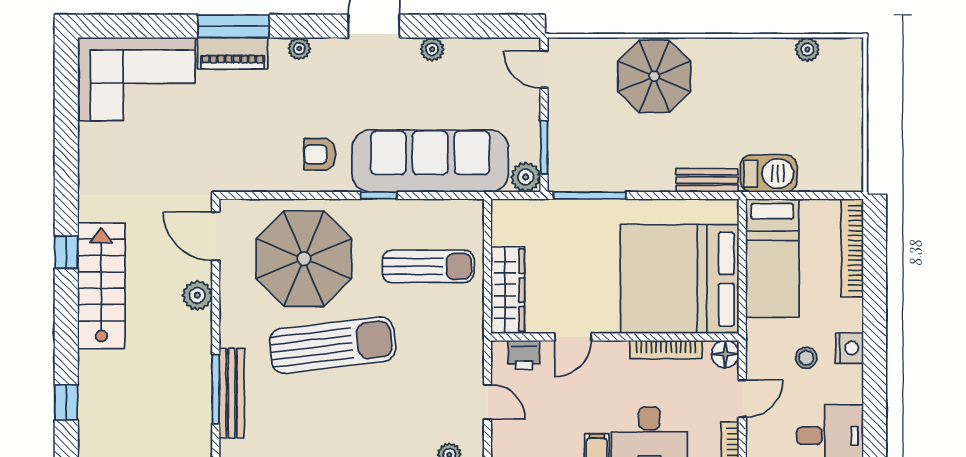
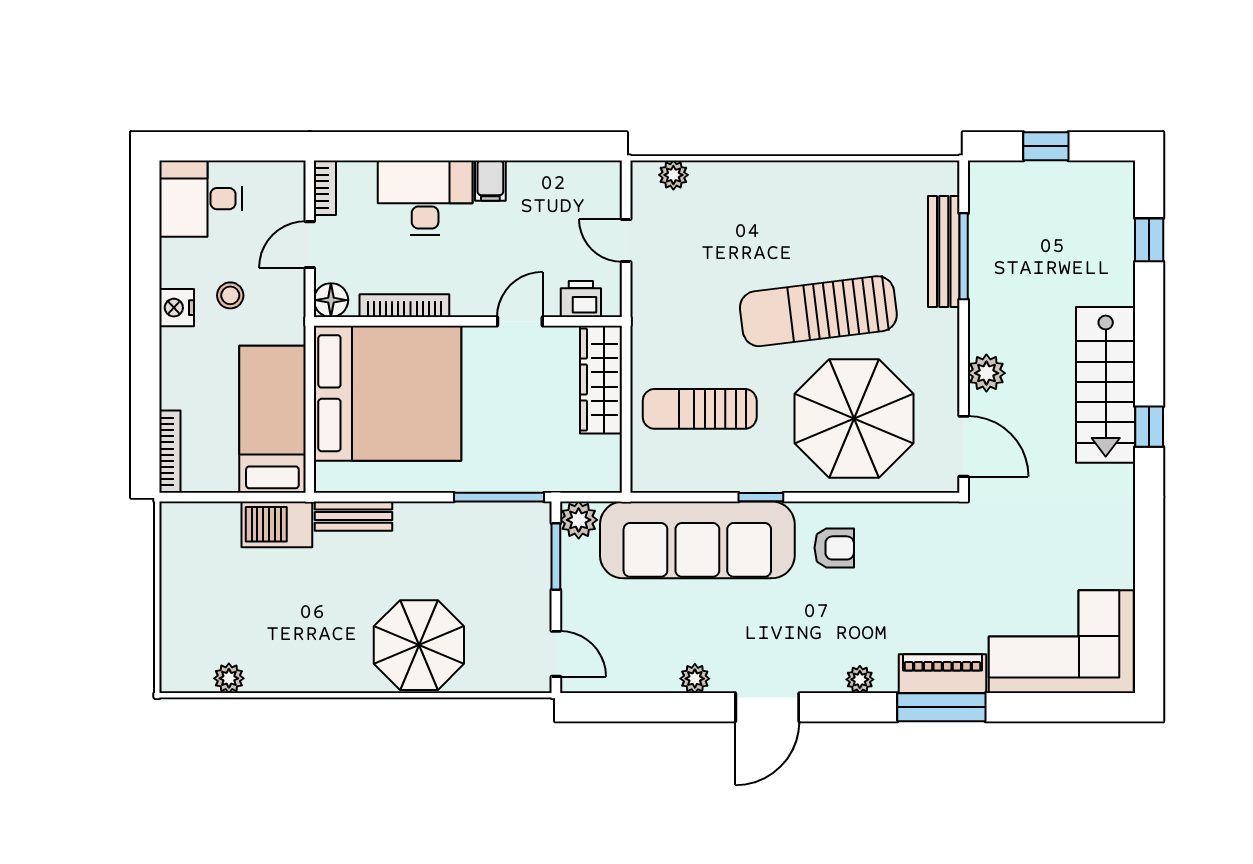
bookcase: (852, 248) -> (170, 452), width x0.68, depth x0.76

